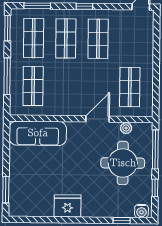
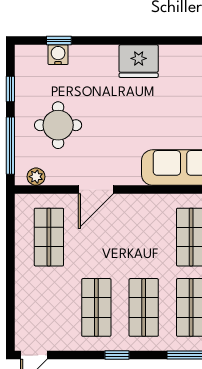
plant: (126, 128) -> (36, 177), moved
round table: (123, 163) -> (58, 125), width x0.73, depth x0.73
water cooler: (141, 211) -> (58, 55), moved

